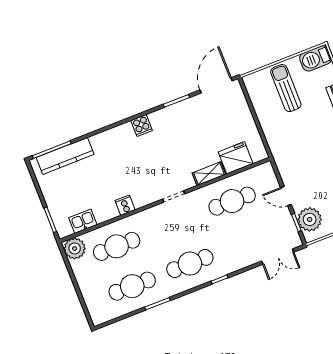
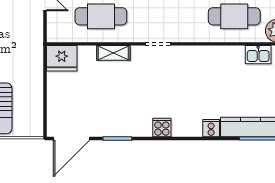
fridge: (236, 158) -> (62, 58), moved
cooker: (125, 205) -> (211, 128), moved, turned 180

